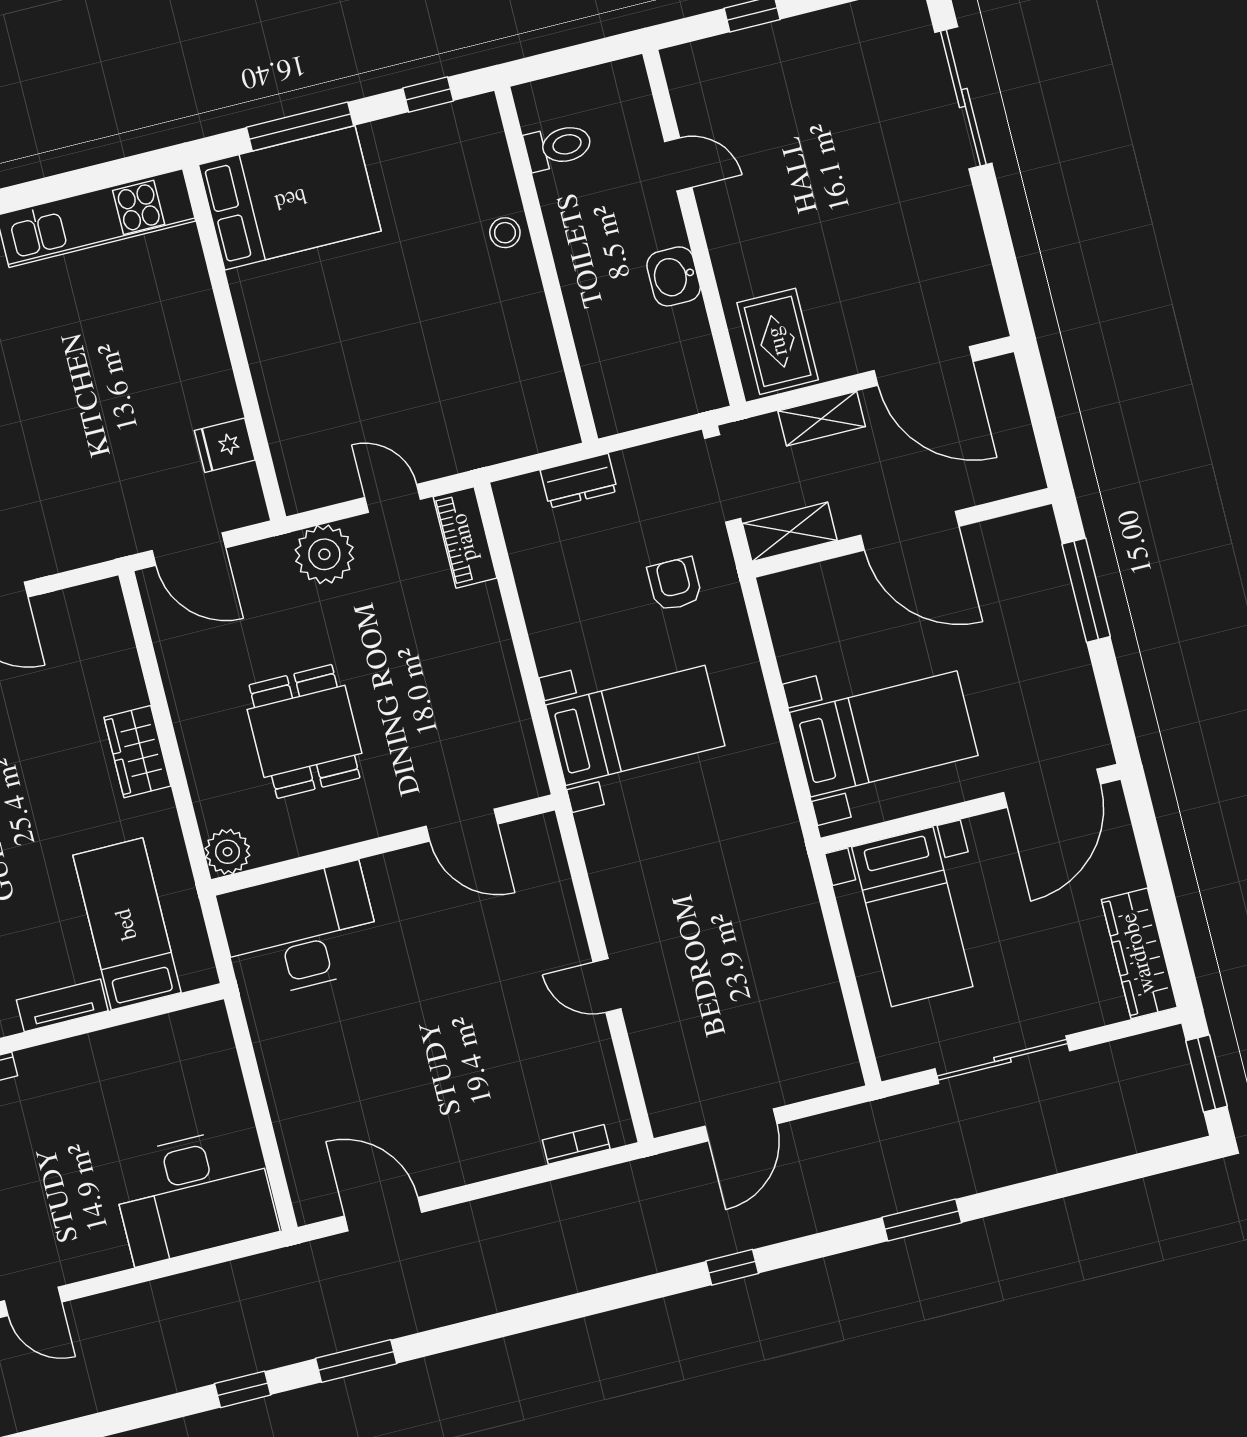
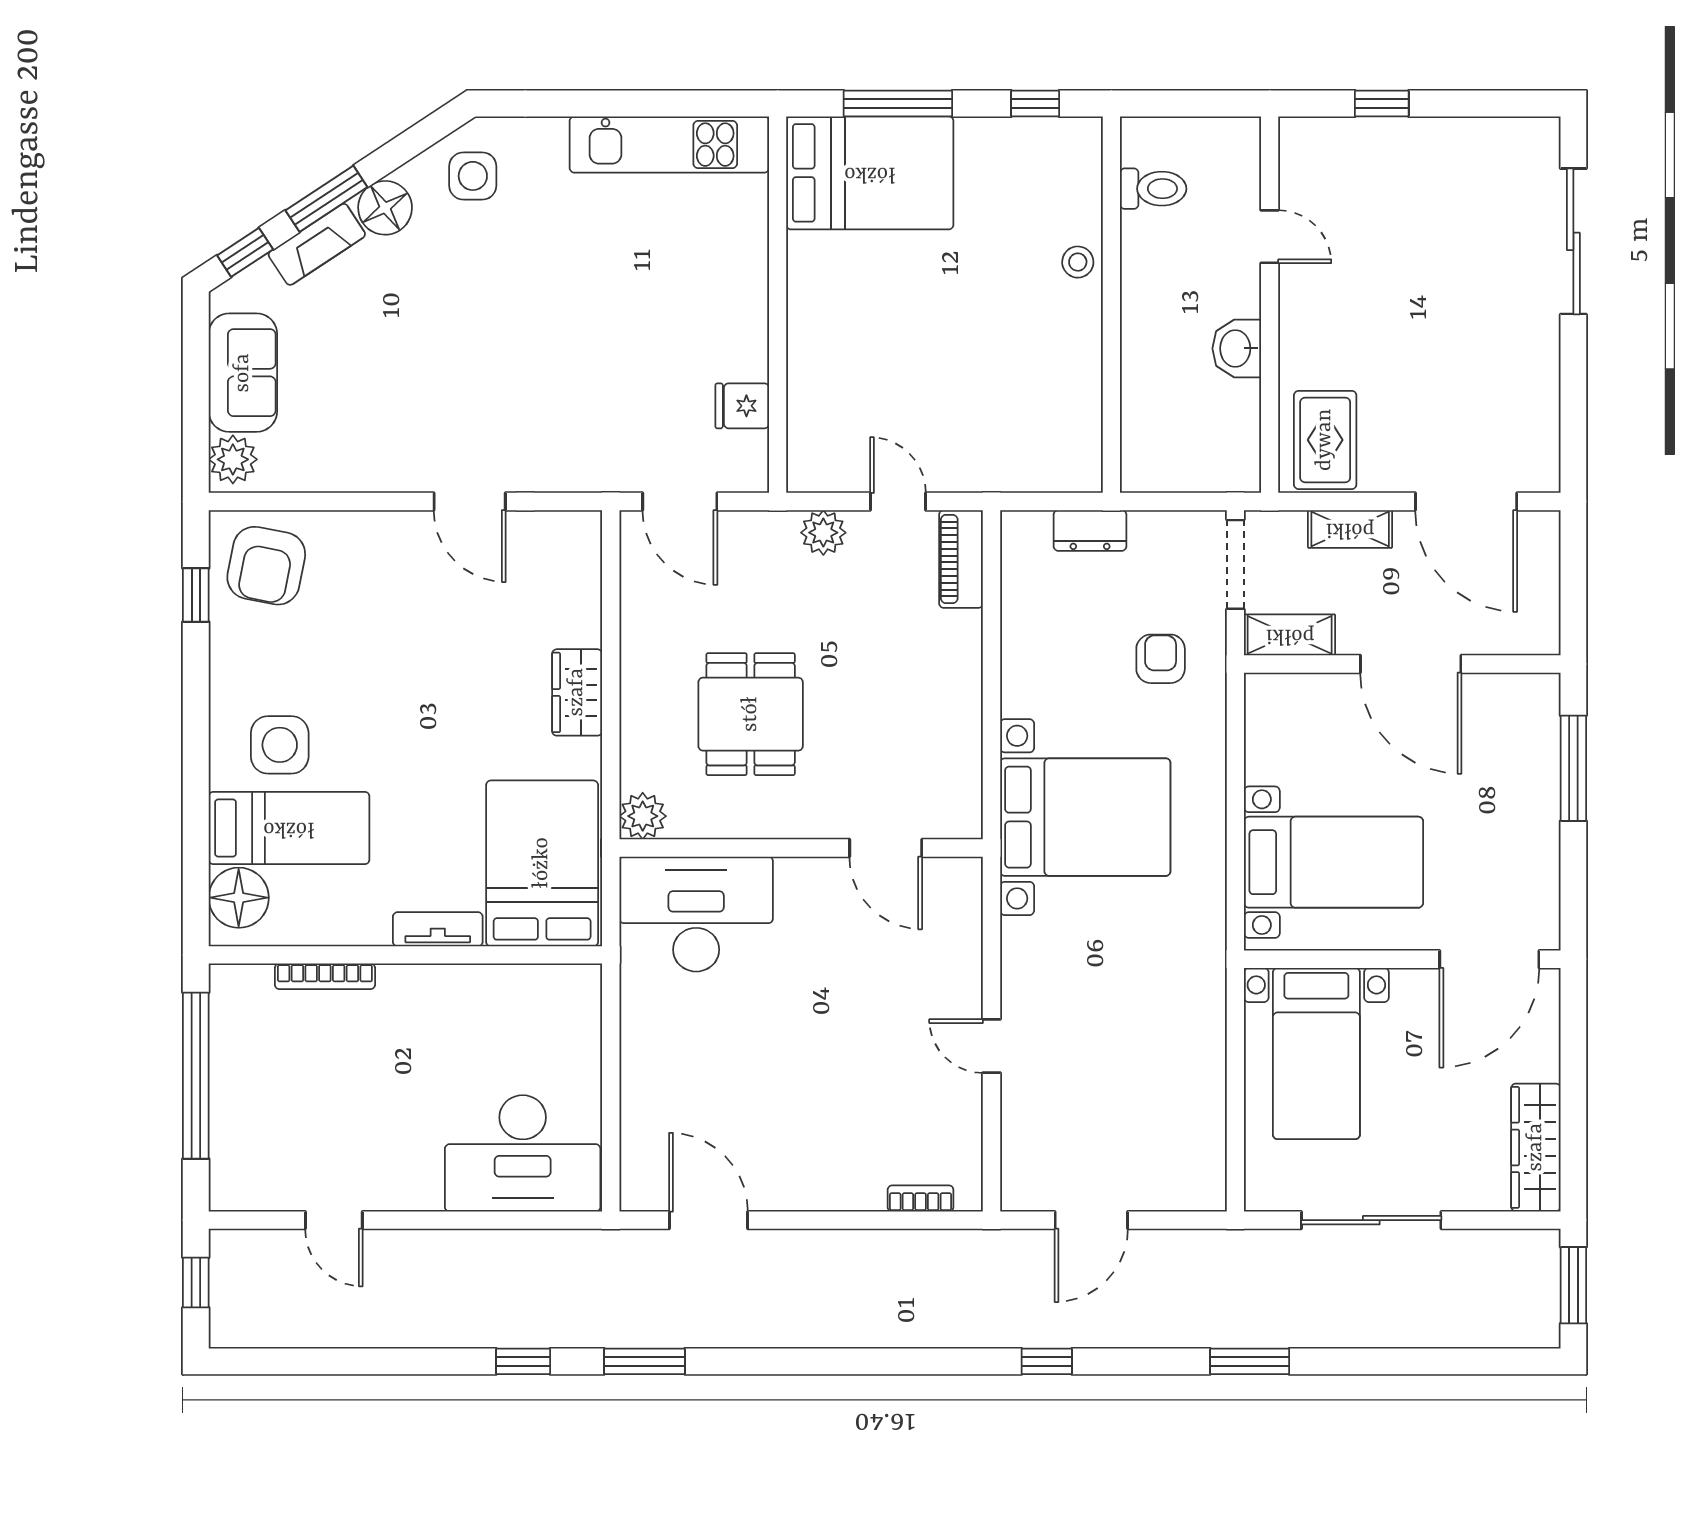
plant: (324, 554) -> (823, 533), width x0.73, depth x0.73
bed with nightstands: (635, 725) -> (1085, 817), width x1.36
bed: (127, 924) -> (542, 863), width x1.50

